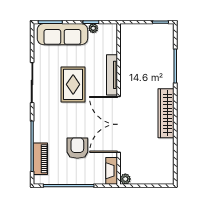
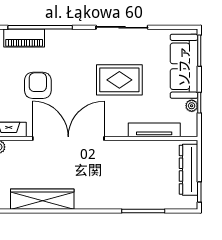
dresser: (143, 31) -> (188, 170), added
tv unit: (112, 75) -> (154, 130), moved
wardrobe: (166, 113) -> (42, 199), moved
armchair: (77, 148) -> (38, 85), turned -90

